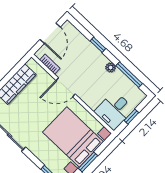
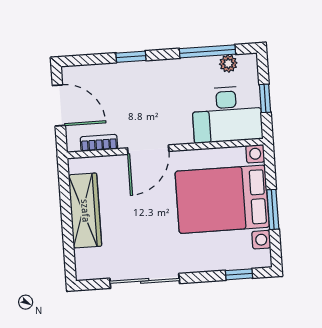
plant: (111, 68) -> (228, 64), moved
desk: (114, 110) -> (227, 114), width x1.37

